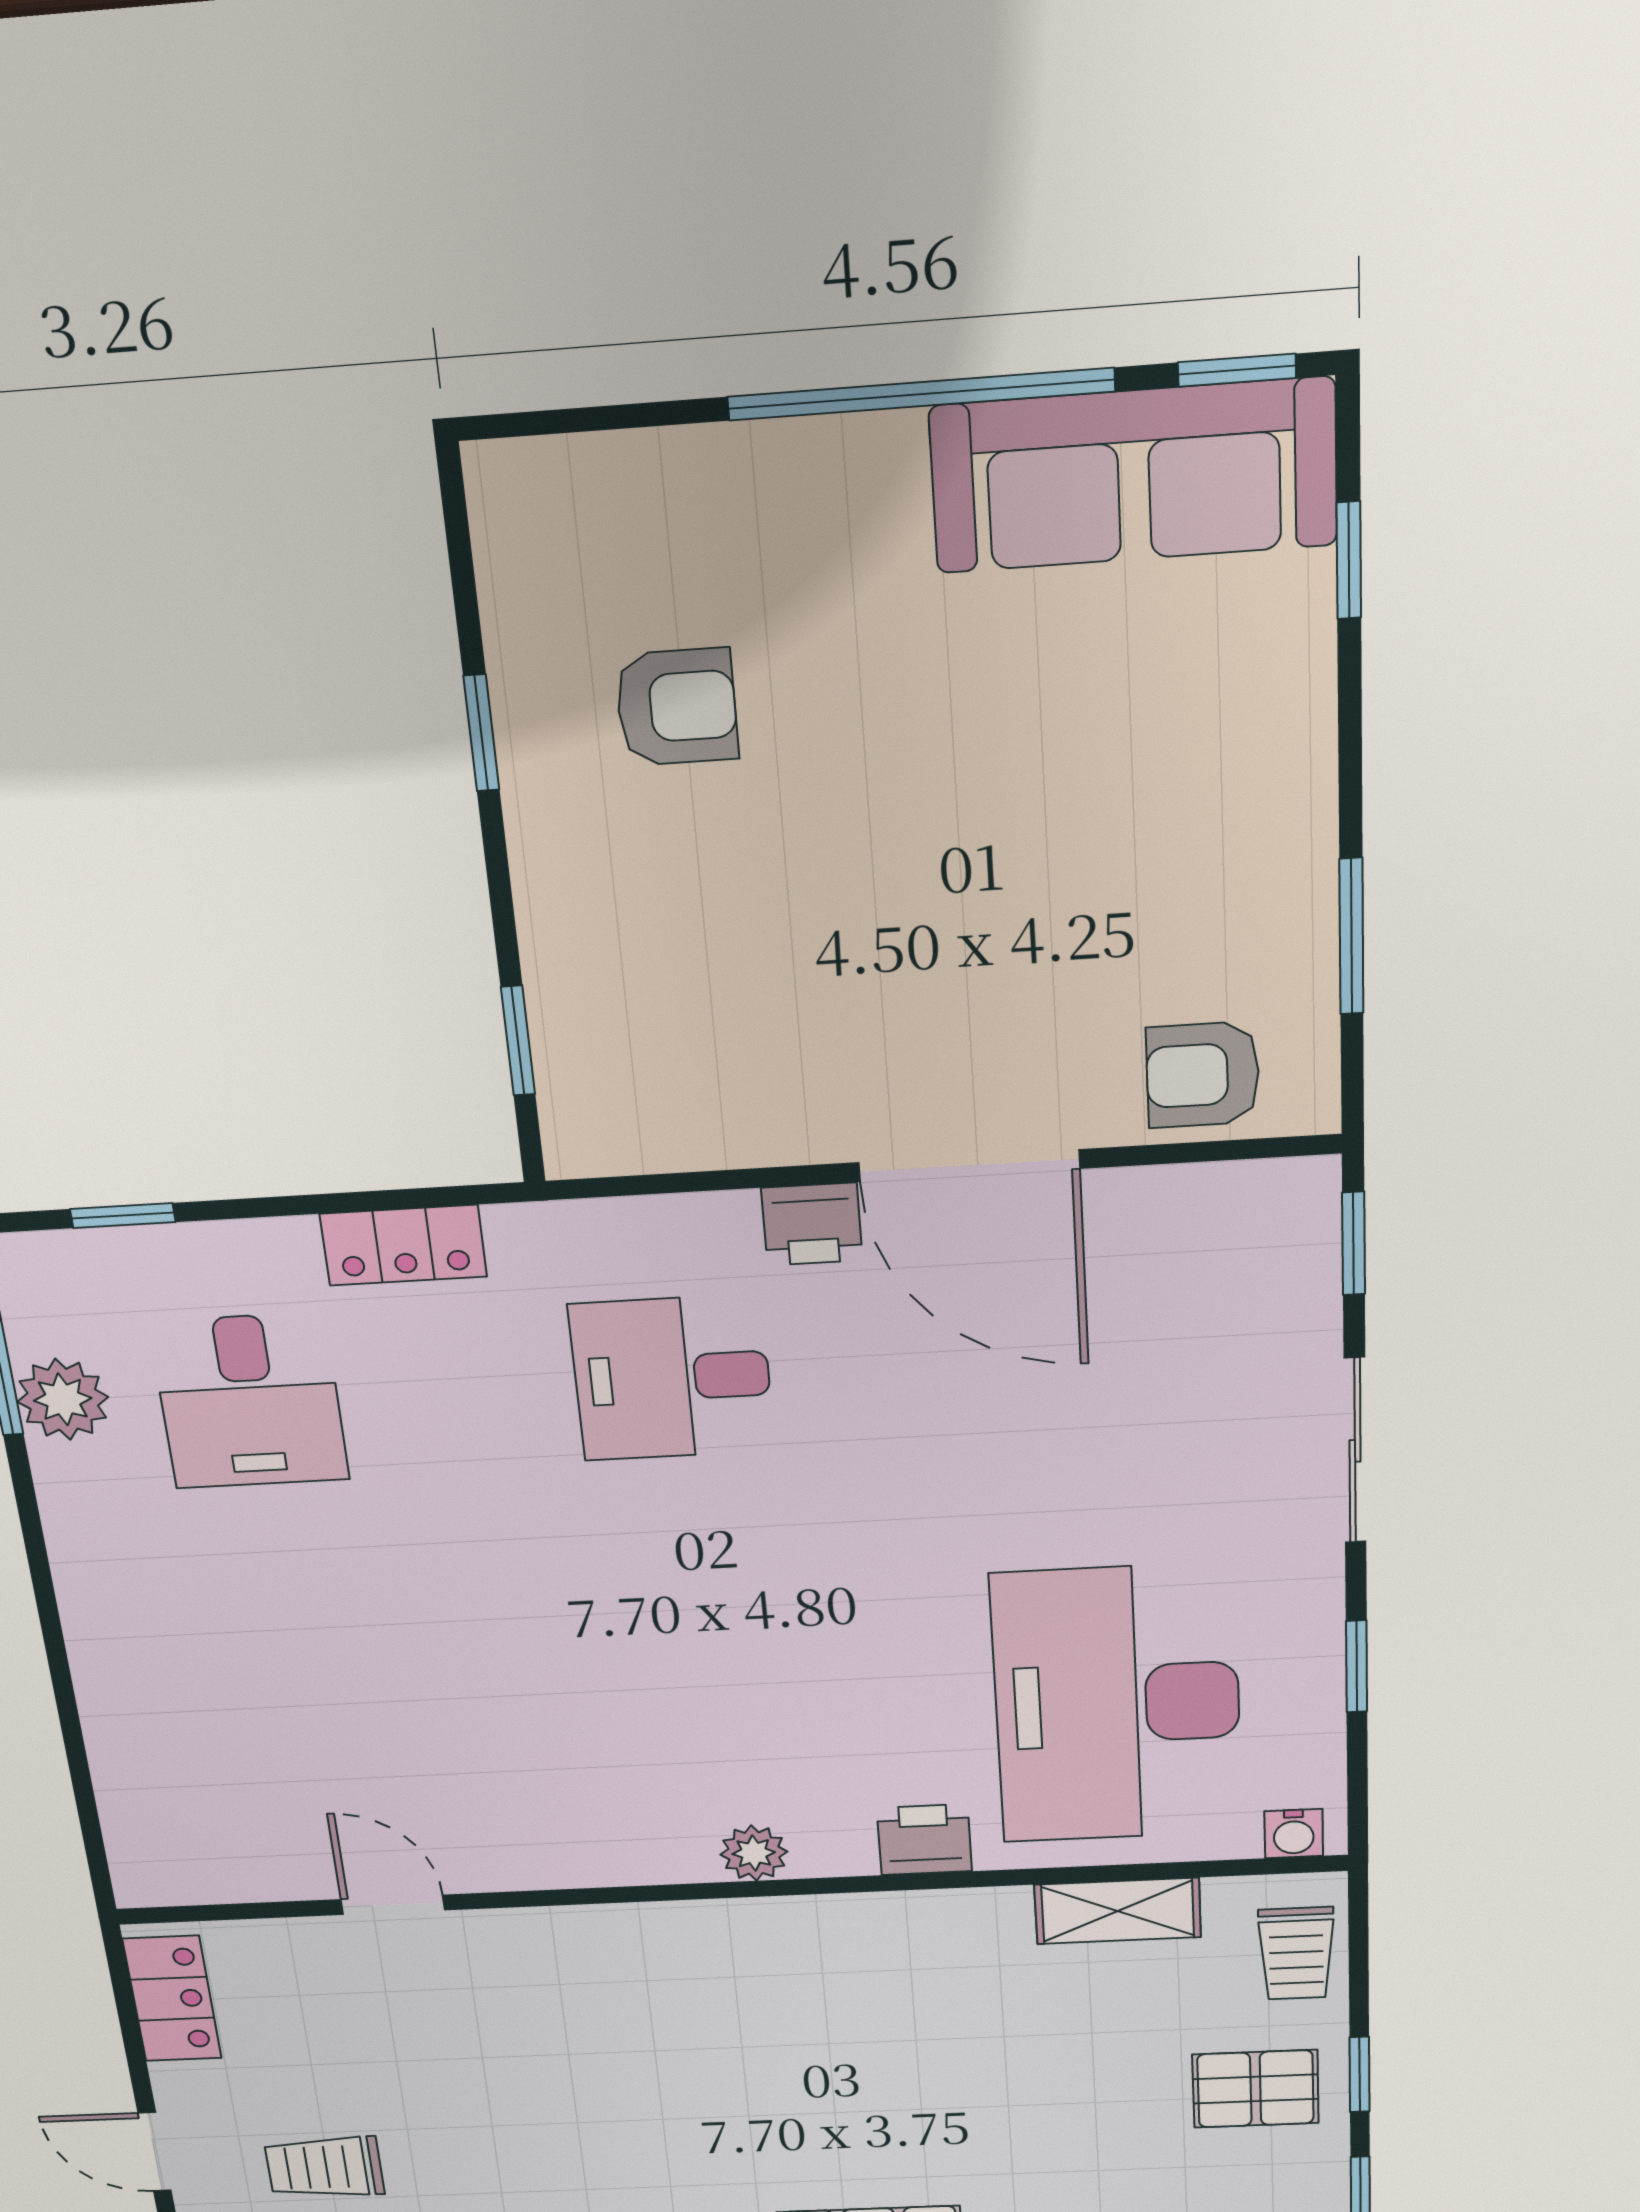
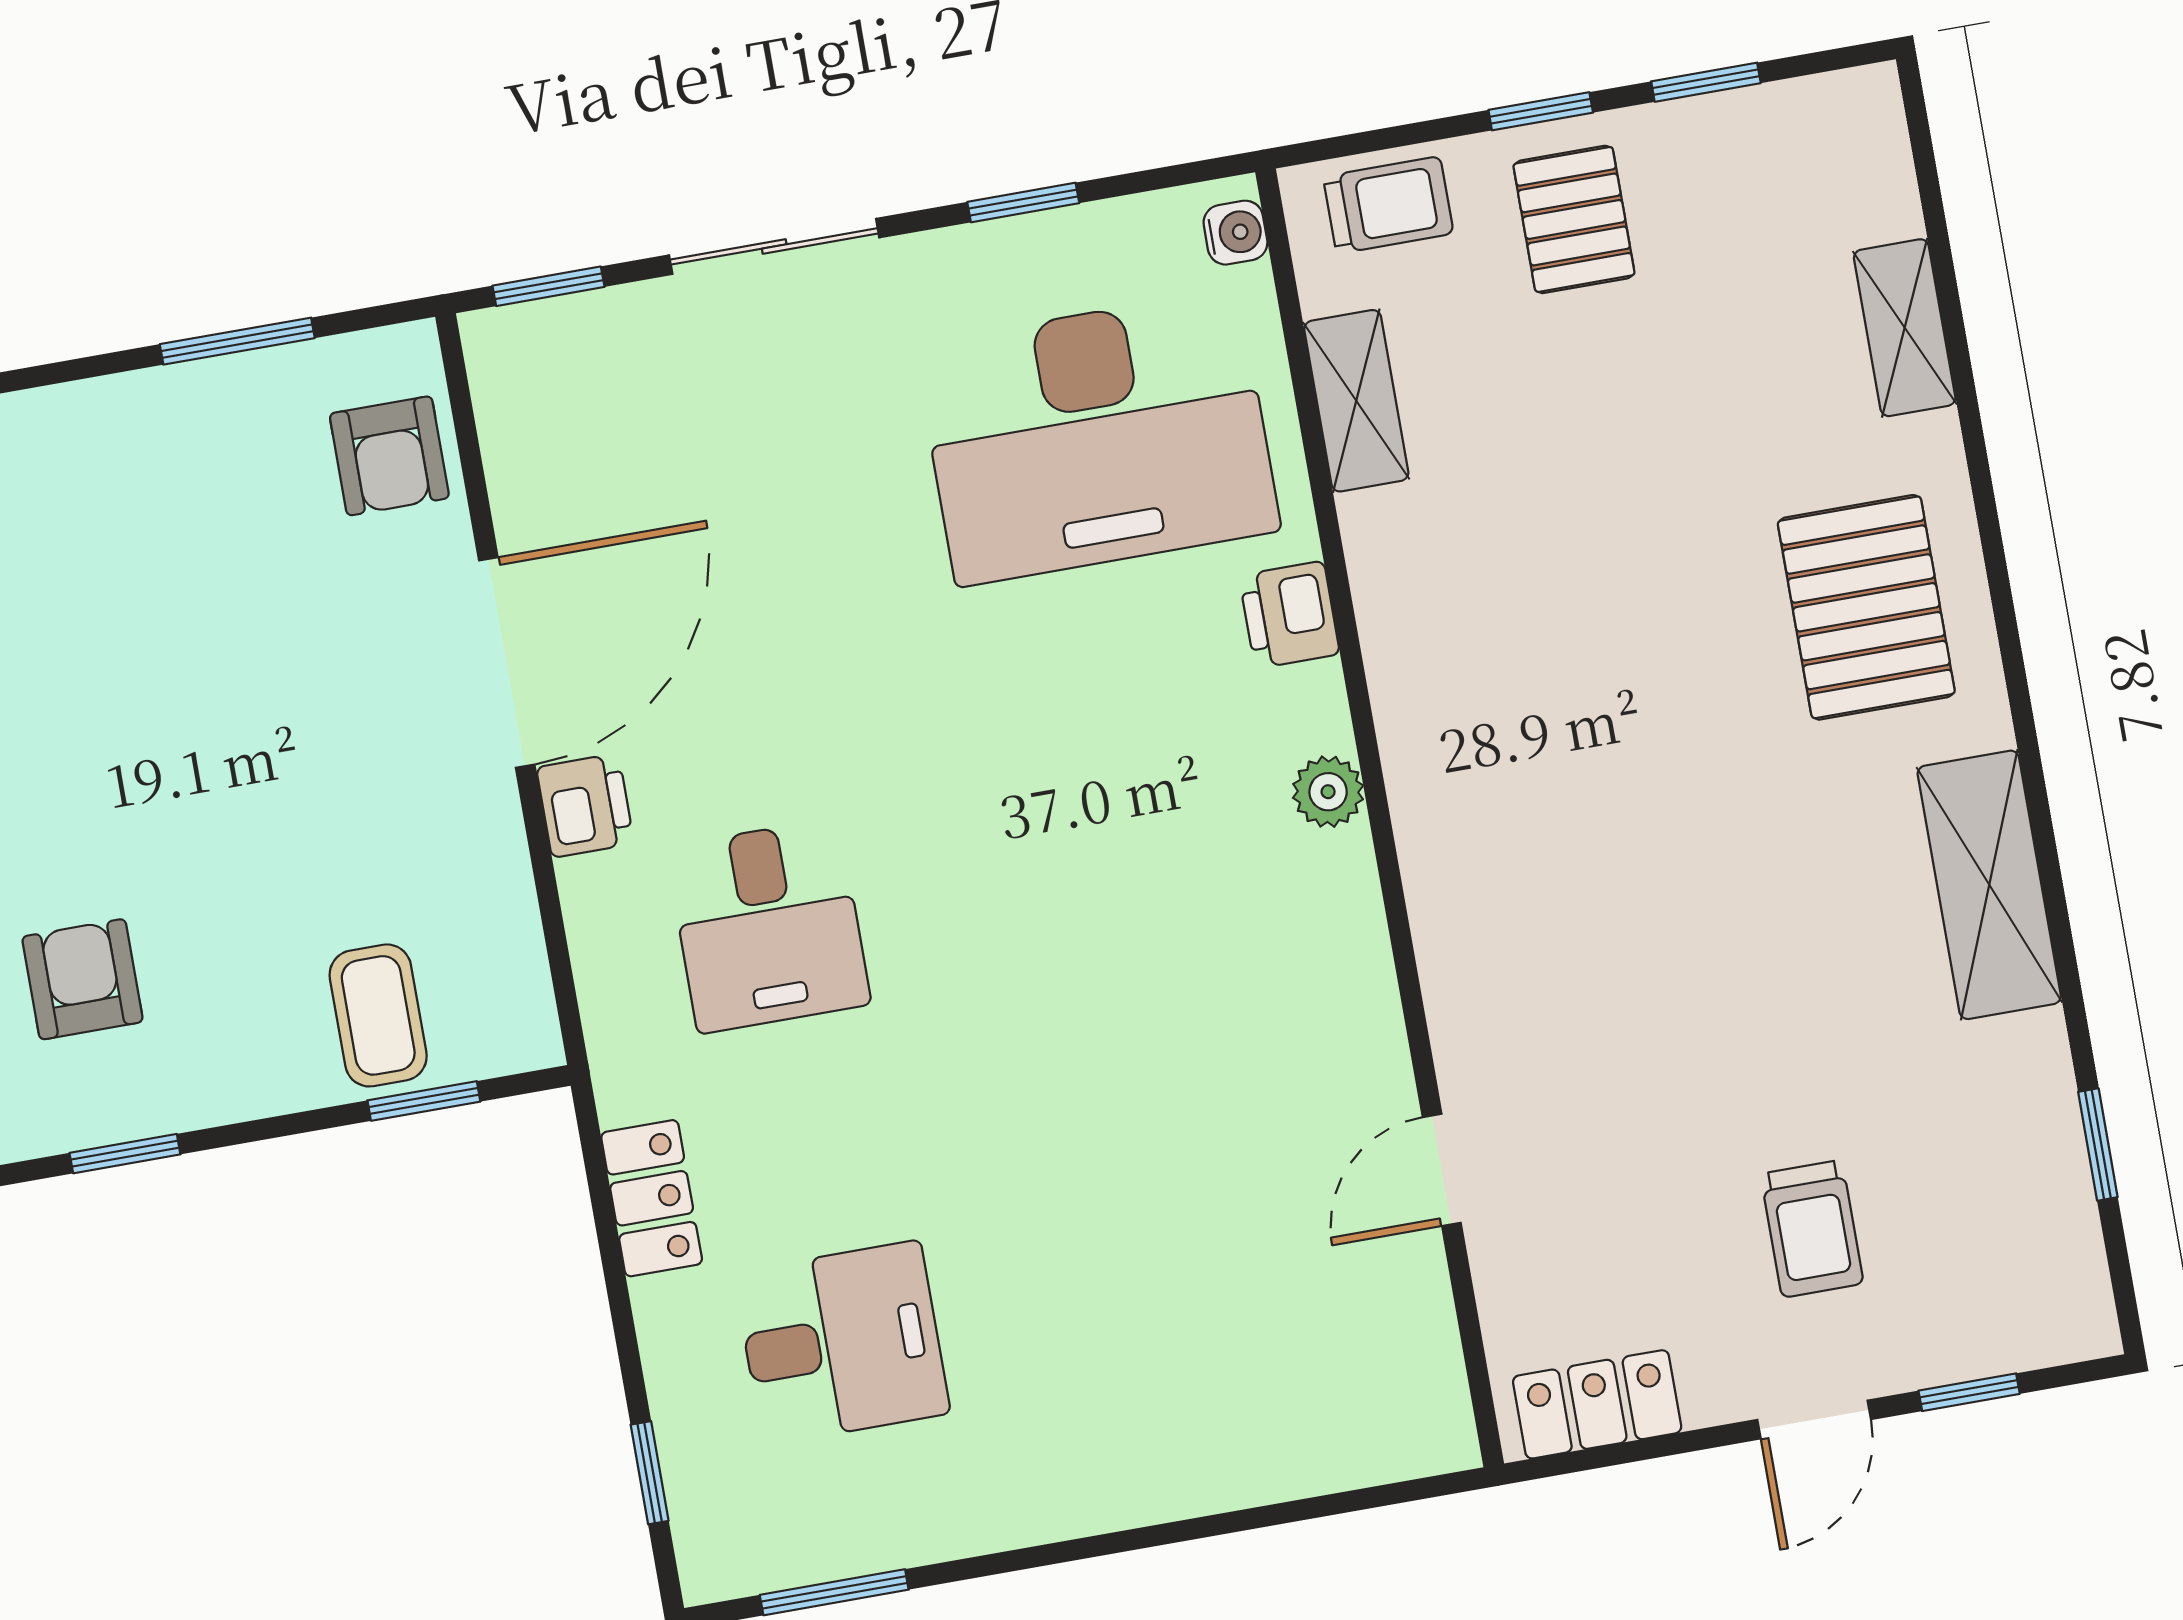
coffee table: (612, 1005) -> (378, 1015), added
plant: (63, 1399) -> (861, 1530), removed

